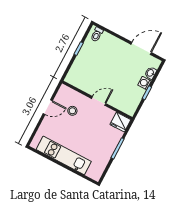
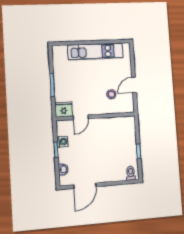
washing machine: (145, 83) -> (62, 142), moved
door: (99, 101) -> (81, 117), moved

